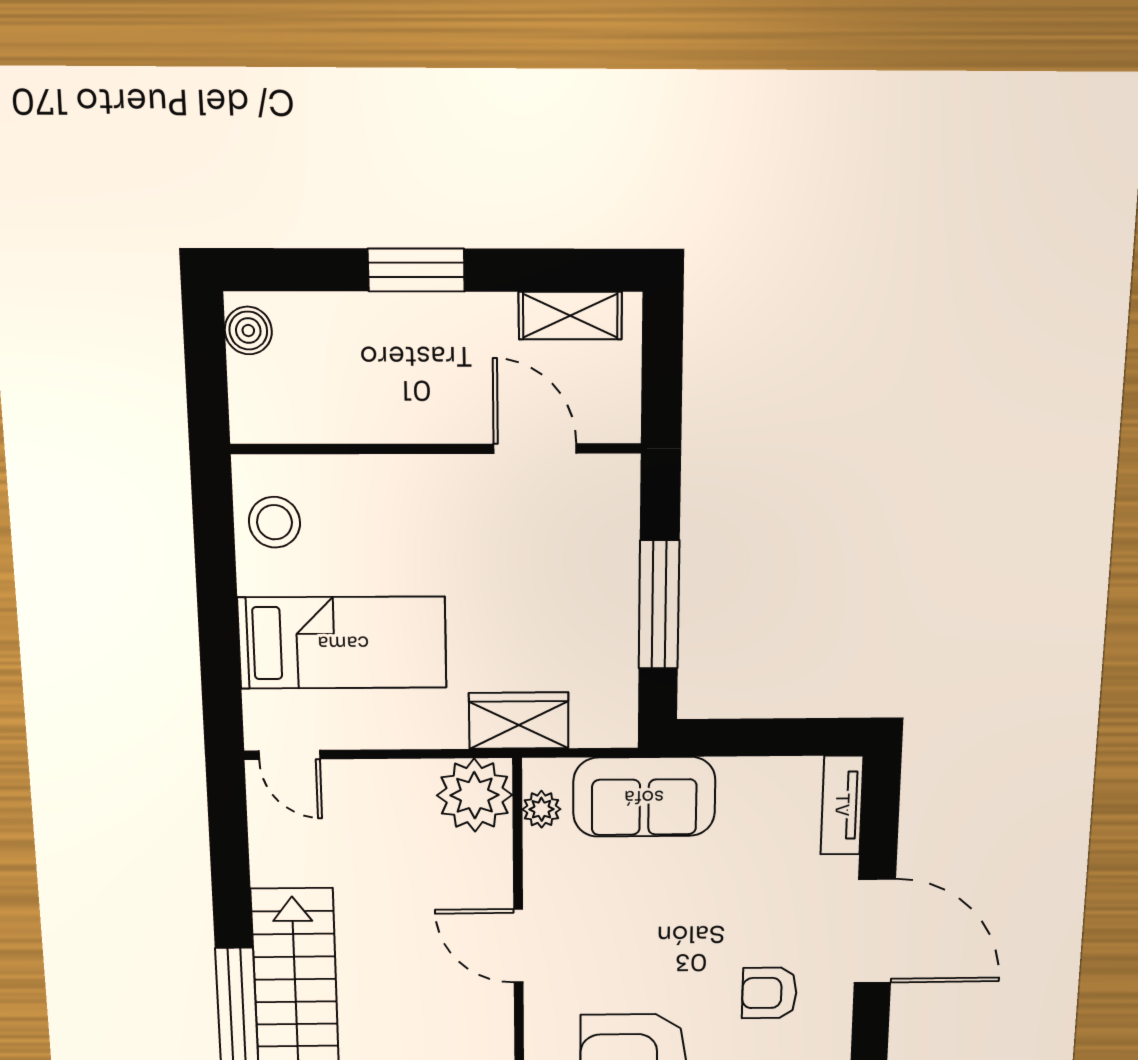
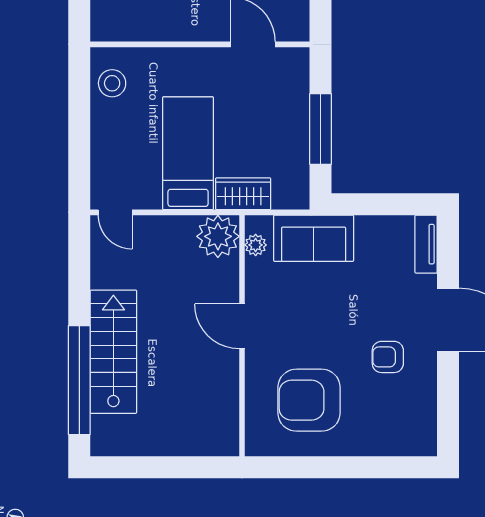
bed: (343, 643) -> (188, 153), moved, turned -90

